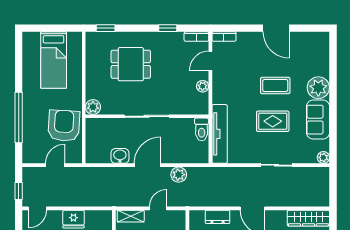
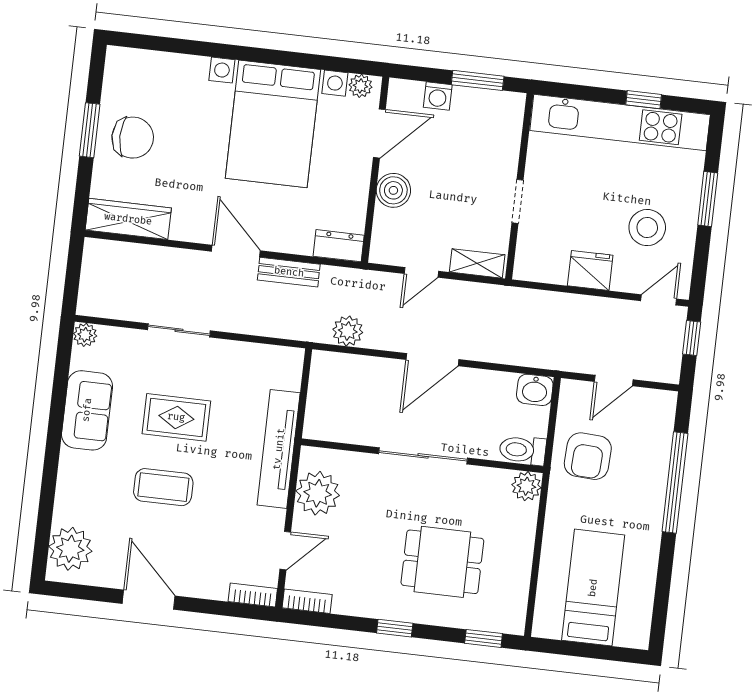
window: (168, 28) -> (395, 628), moved
plant: (203, 86) -> (318, 493), width x1.88, depth x1.88
plant: (318, 88) -> (70, 549), moved
armchair: (64, 126) -> (588, 456), width x0.73, depth x0.73
toilet: (202, 129) -> (523, 450), moved, turned -90
tv unit: (220, 134) -> (279, 449), moved
washbasin: (120, 156) -> (535, 390), moved
plant: (179, 175) -> (348, 331), moved
bench: (225, 201) -> (289, 272), added
dresser: (218, 217) -> (339, 246), moved

